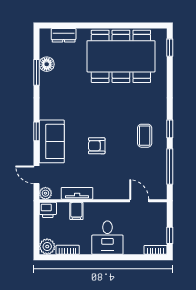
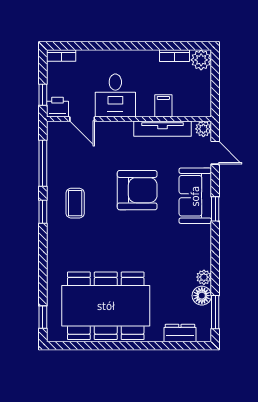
window: (36, 72) -> (215, 312), moved
plant: (45, 78) -> (204, 277), added
armchair: (97, 146) -> (137, 190), width x1.88, depth x1.88
tv unit: (77, 193) -> (163, 129), width x1.41
printer: (48, 210) -> (57, 107), moved
window: (170, 235) -> (43, 95), moved
desk: (107, 238) -> (115, 95), moved, turned 180

